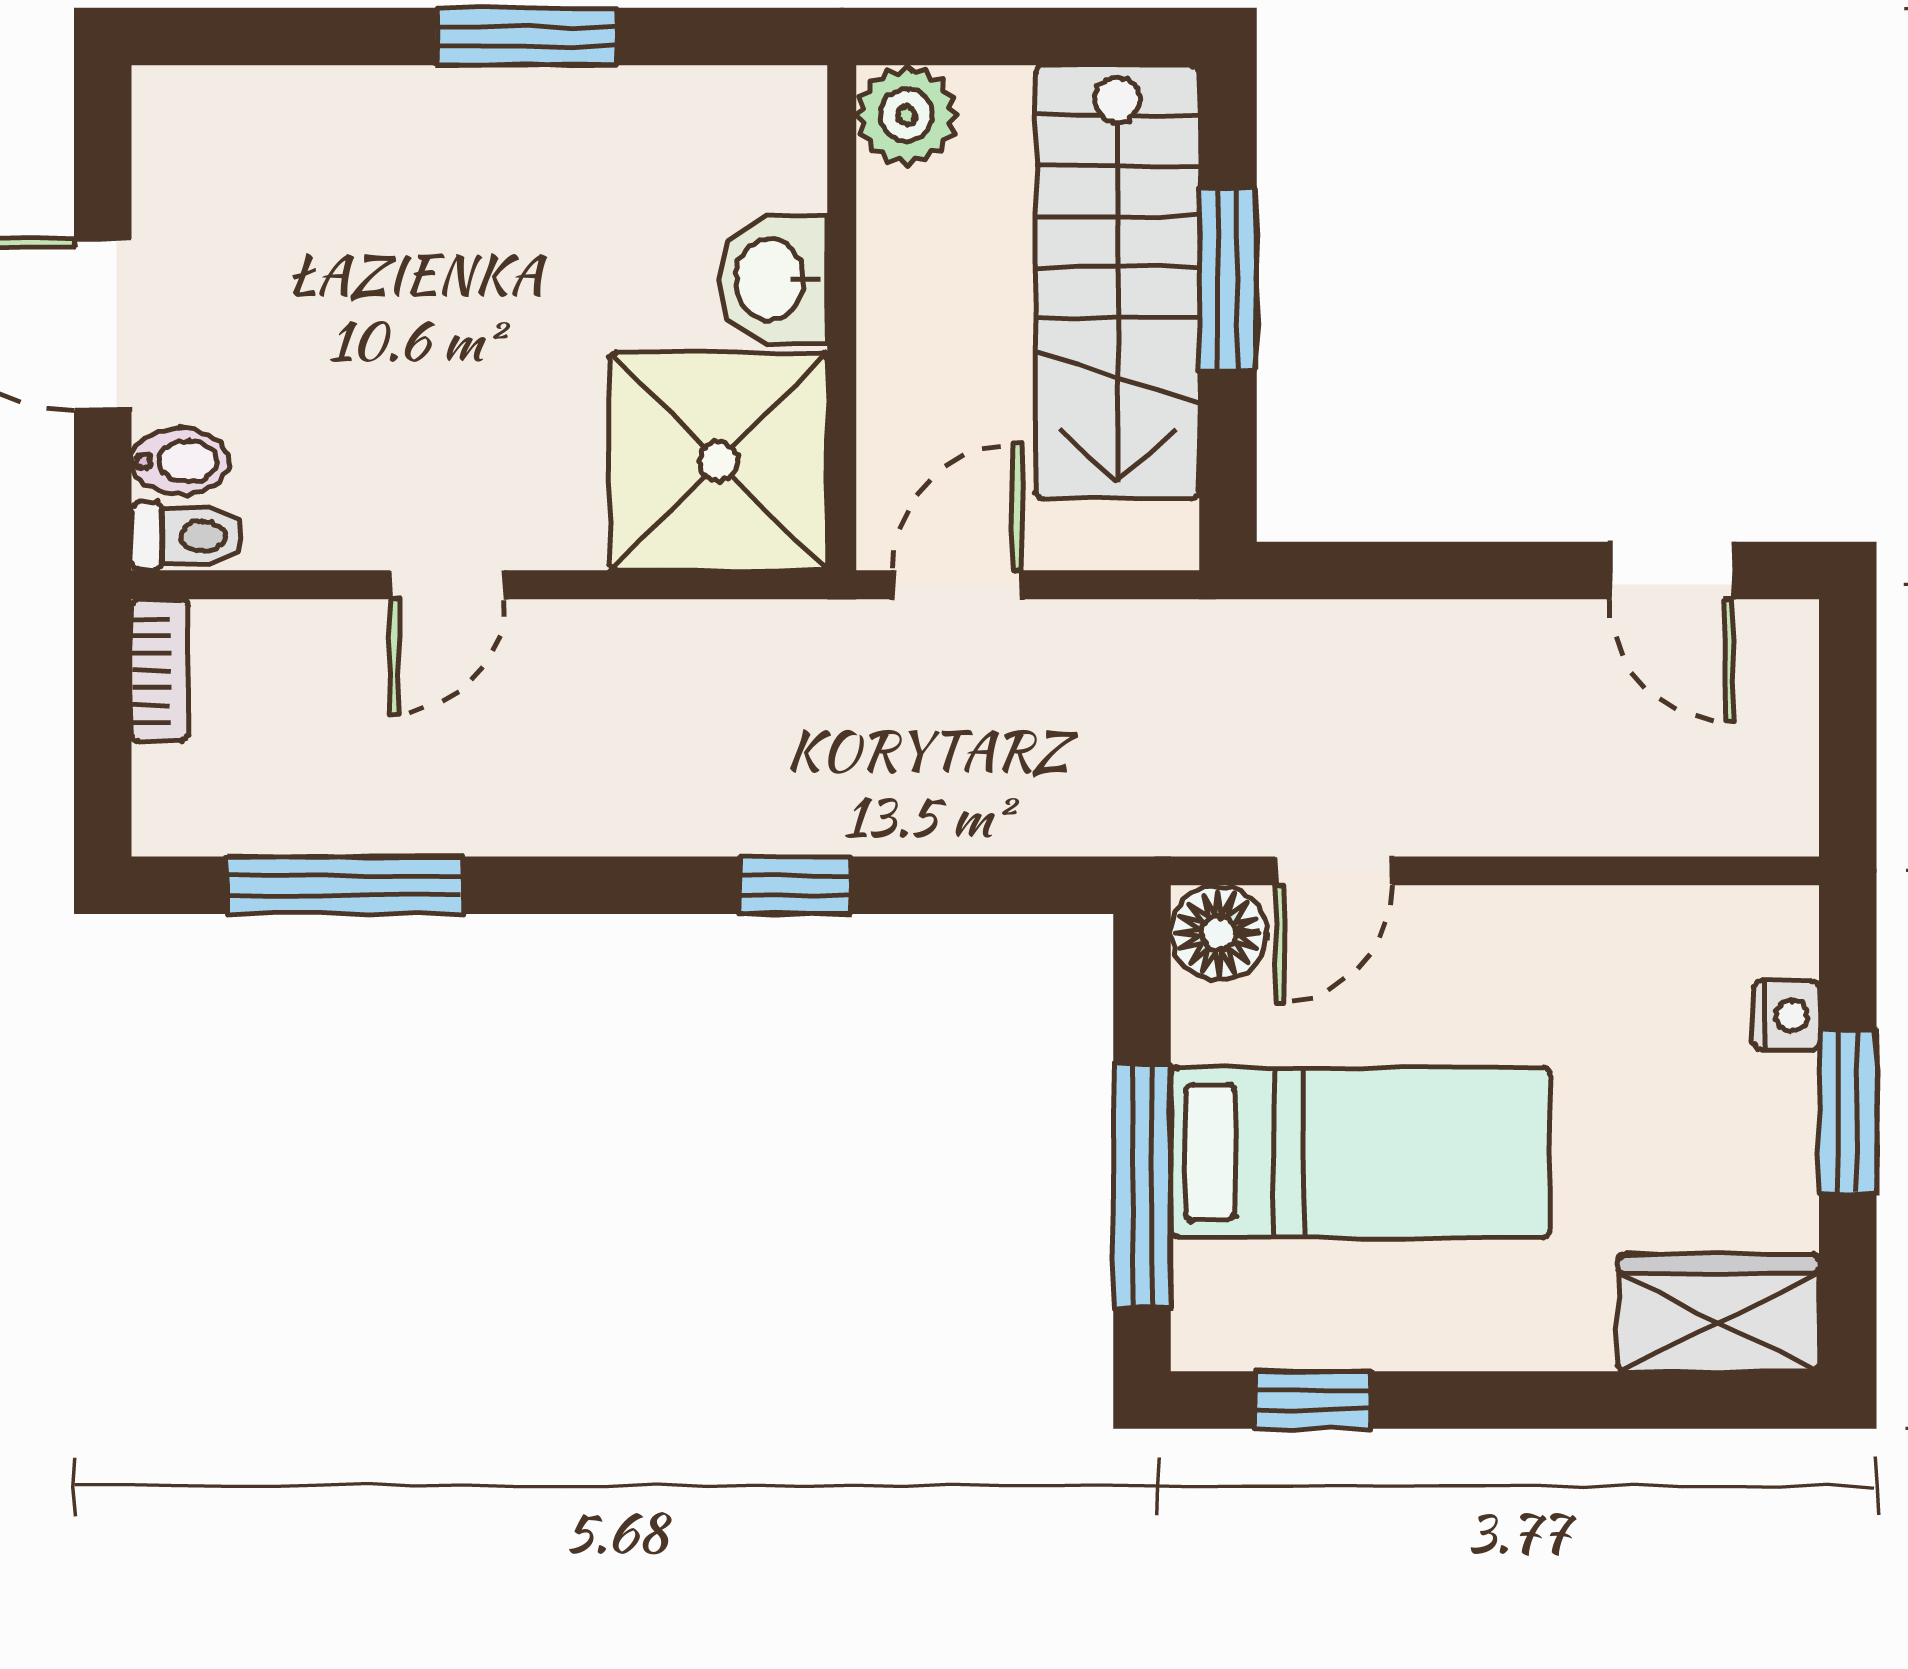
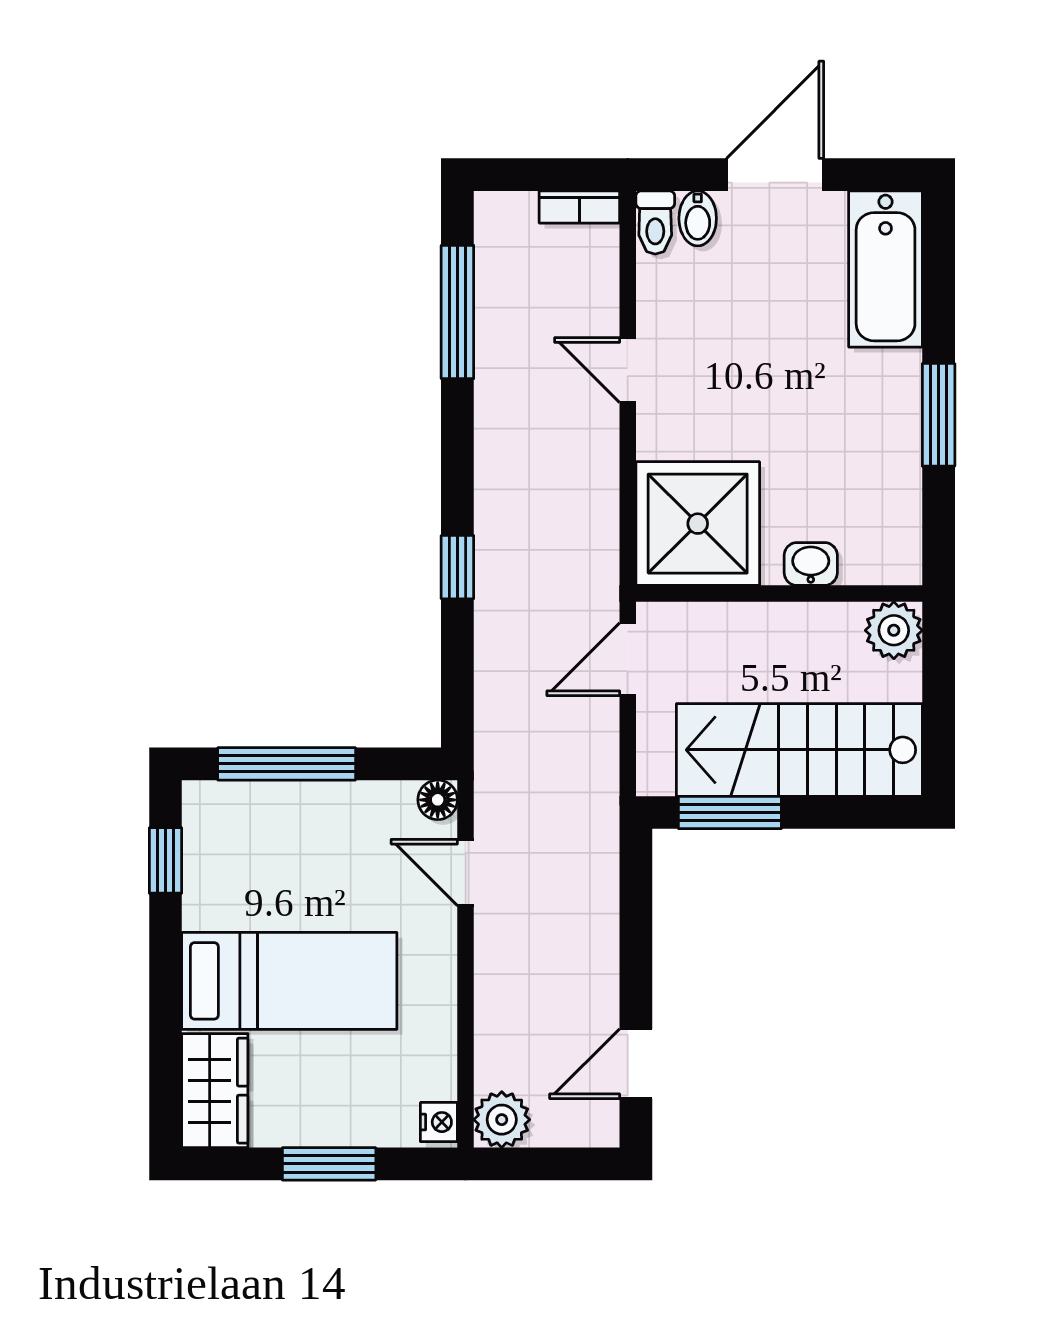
bathtub: (269, 130) -> (886, 269), added
washbasin: (773, 280) -> (811, 564), width x0.72, depth x0.69
window: (1228, 280) -> (730, 813), moved
door: (958, 585) -> (628, 659), swing flipped
plant: (1770, 807) -> (502, 1120), added
floor lamp: (1218, 933) -> (438, 800), width x0.73, depth x0.73
nightstand: (1787, 1015) -> (439, 1122), moved, turned -90
bed: (1361, 1152) -> (289, 981), moved, turned -90

